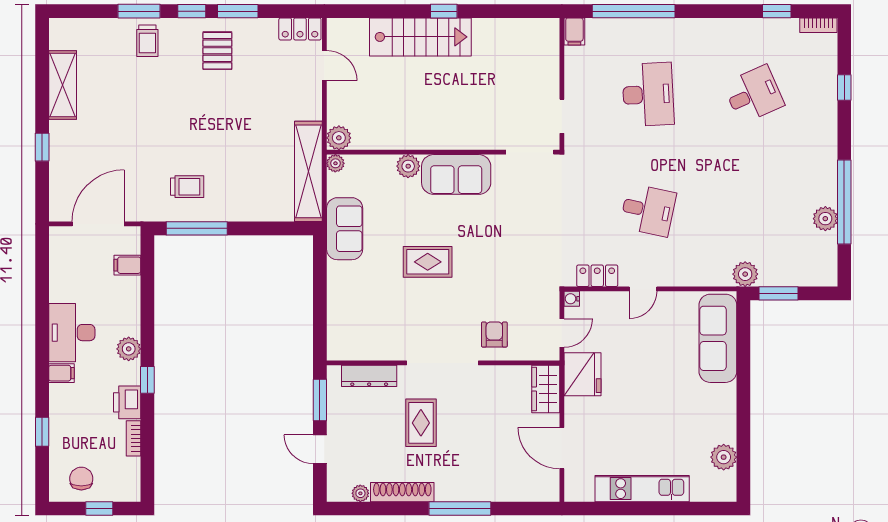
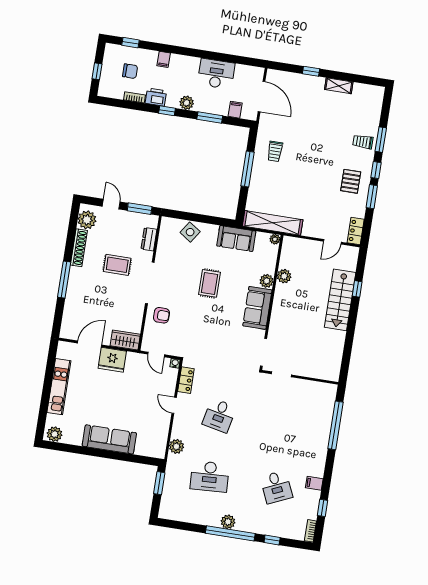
window: (444, 11) -> (357, 289), moved
filing cabinet: (574, 31) -> (314, 483), moved
pallet: (217, 51) -> (351, 181), turned 90
shelving: (63, 85) -> (339, 86), width x0.67, depth x0.75
desk: (648, 94) -> (210, 476), moved
plant: (339, 138) -> (284, 276), moved
window: (844, 202) -> (230, 533), moved
plant: (825, 219) -> (228, 522), moved
window: (197, 228) -> (247, 169), moved
plant: (745, 274) -> (176, 446), moved
window: (147, 306) -> (210, 118), added
side table: (346, 308) -> (190, 232), added
desk: (72, 333) -> (216, 74), moved
sofa: (718, 338) -> (109, 439), moved
filing cabinet: (61, 373) -> (164, 59), moved
fridge: (582, 374) -> (112, 360), moved
dresser: (369, 376) -> (149, 239), width x0.70
window: (42, 432) -> (130, 43), moved
door: (320, 449) -> (111, 204), hinge flipped
plant: (724, 457) -> (55, 434), moved
chair: (81, 479) -> (130, 71), moved
plant: (360, 493) -> (87, 220), width x1.88, depth x1.88

